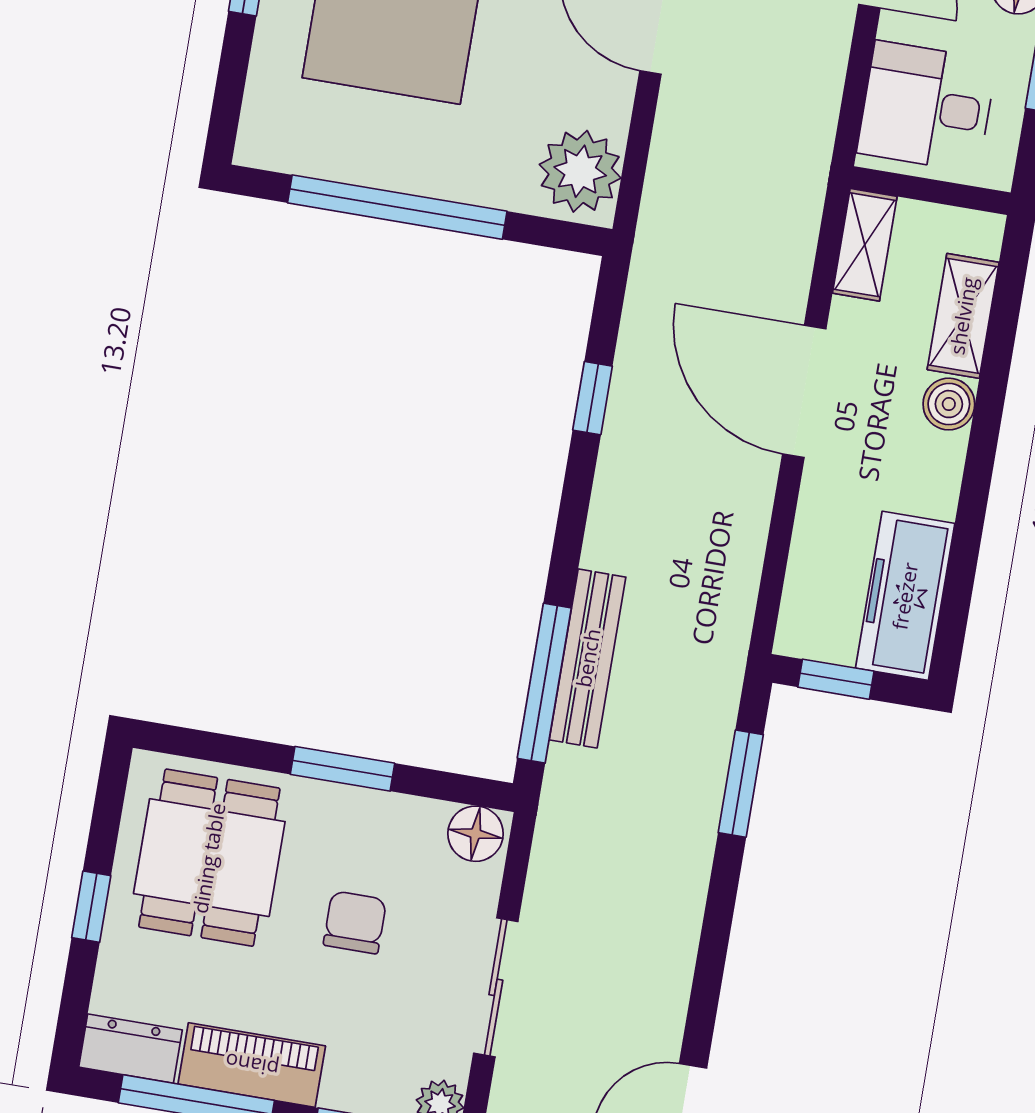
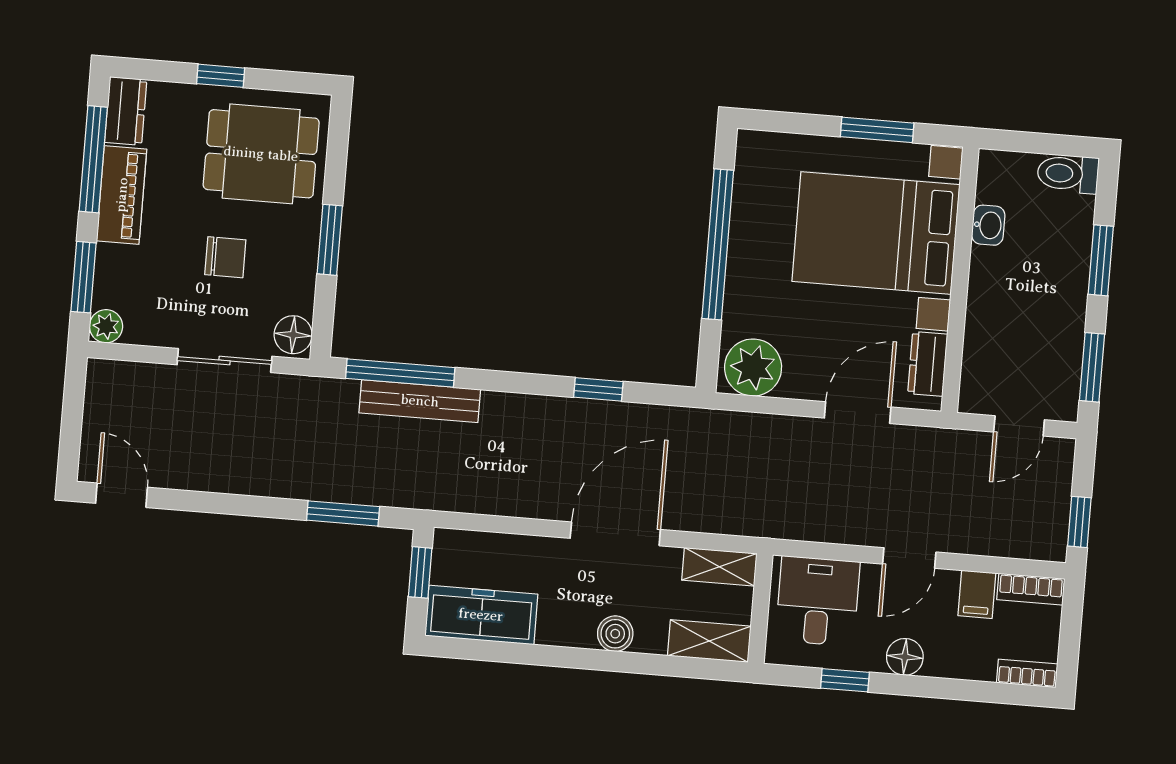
shelving: (963, 316) -> (709, 641), moved
sliding door: (496, 987) -> (224, 361), moved

